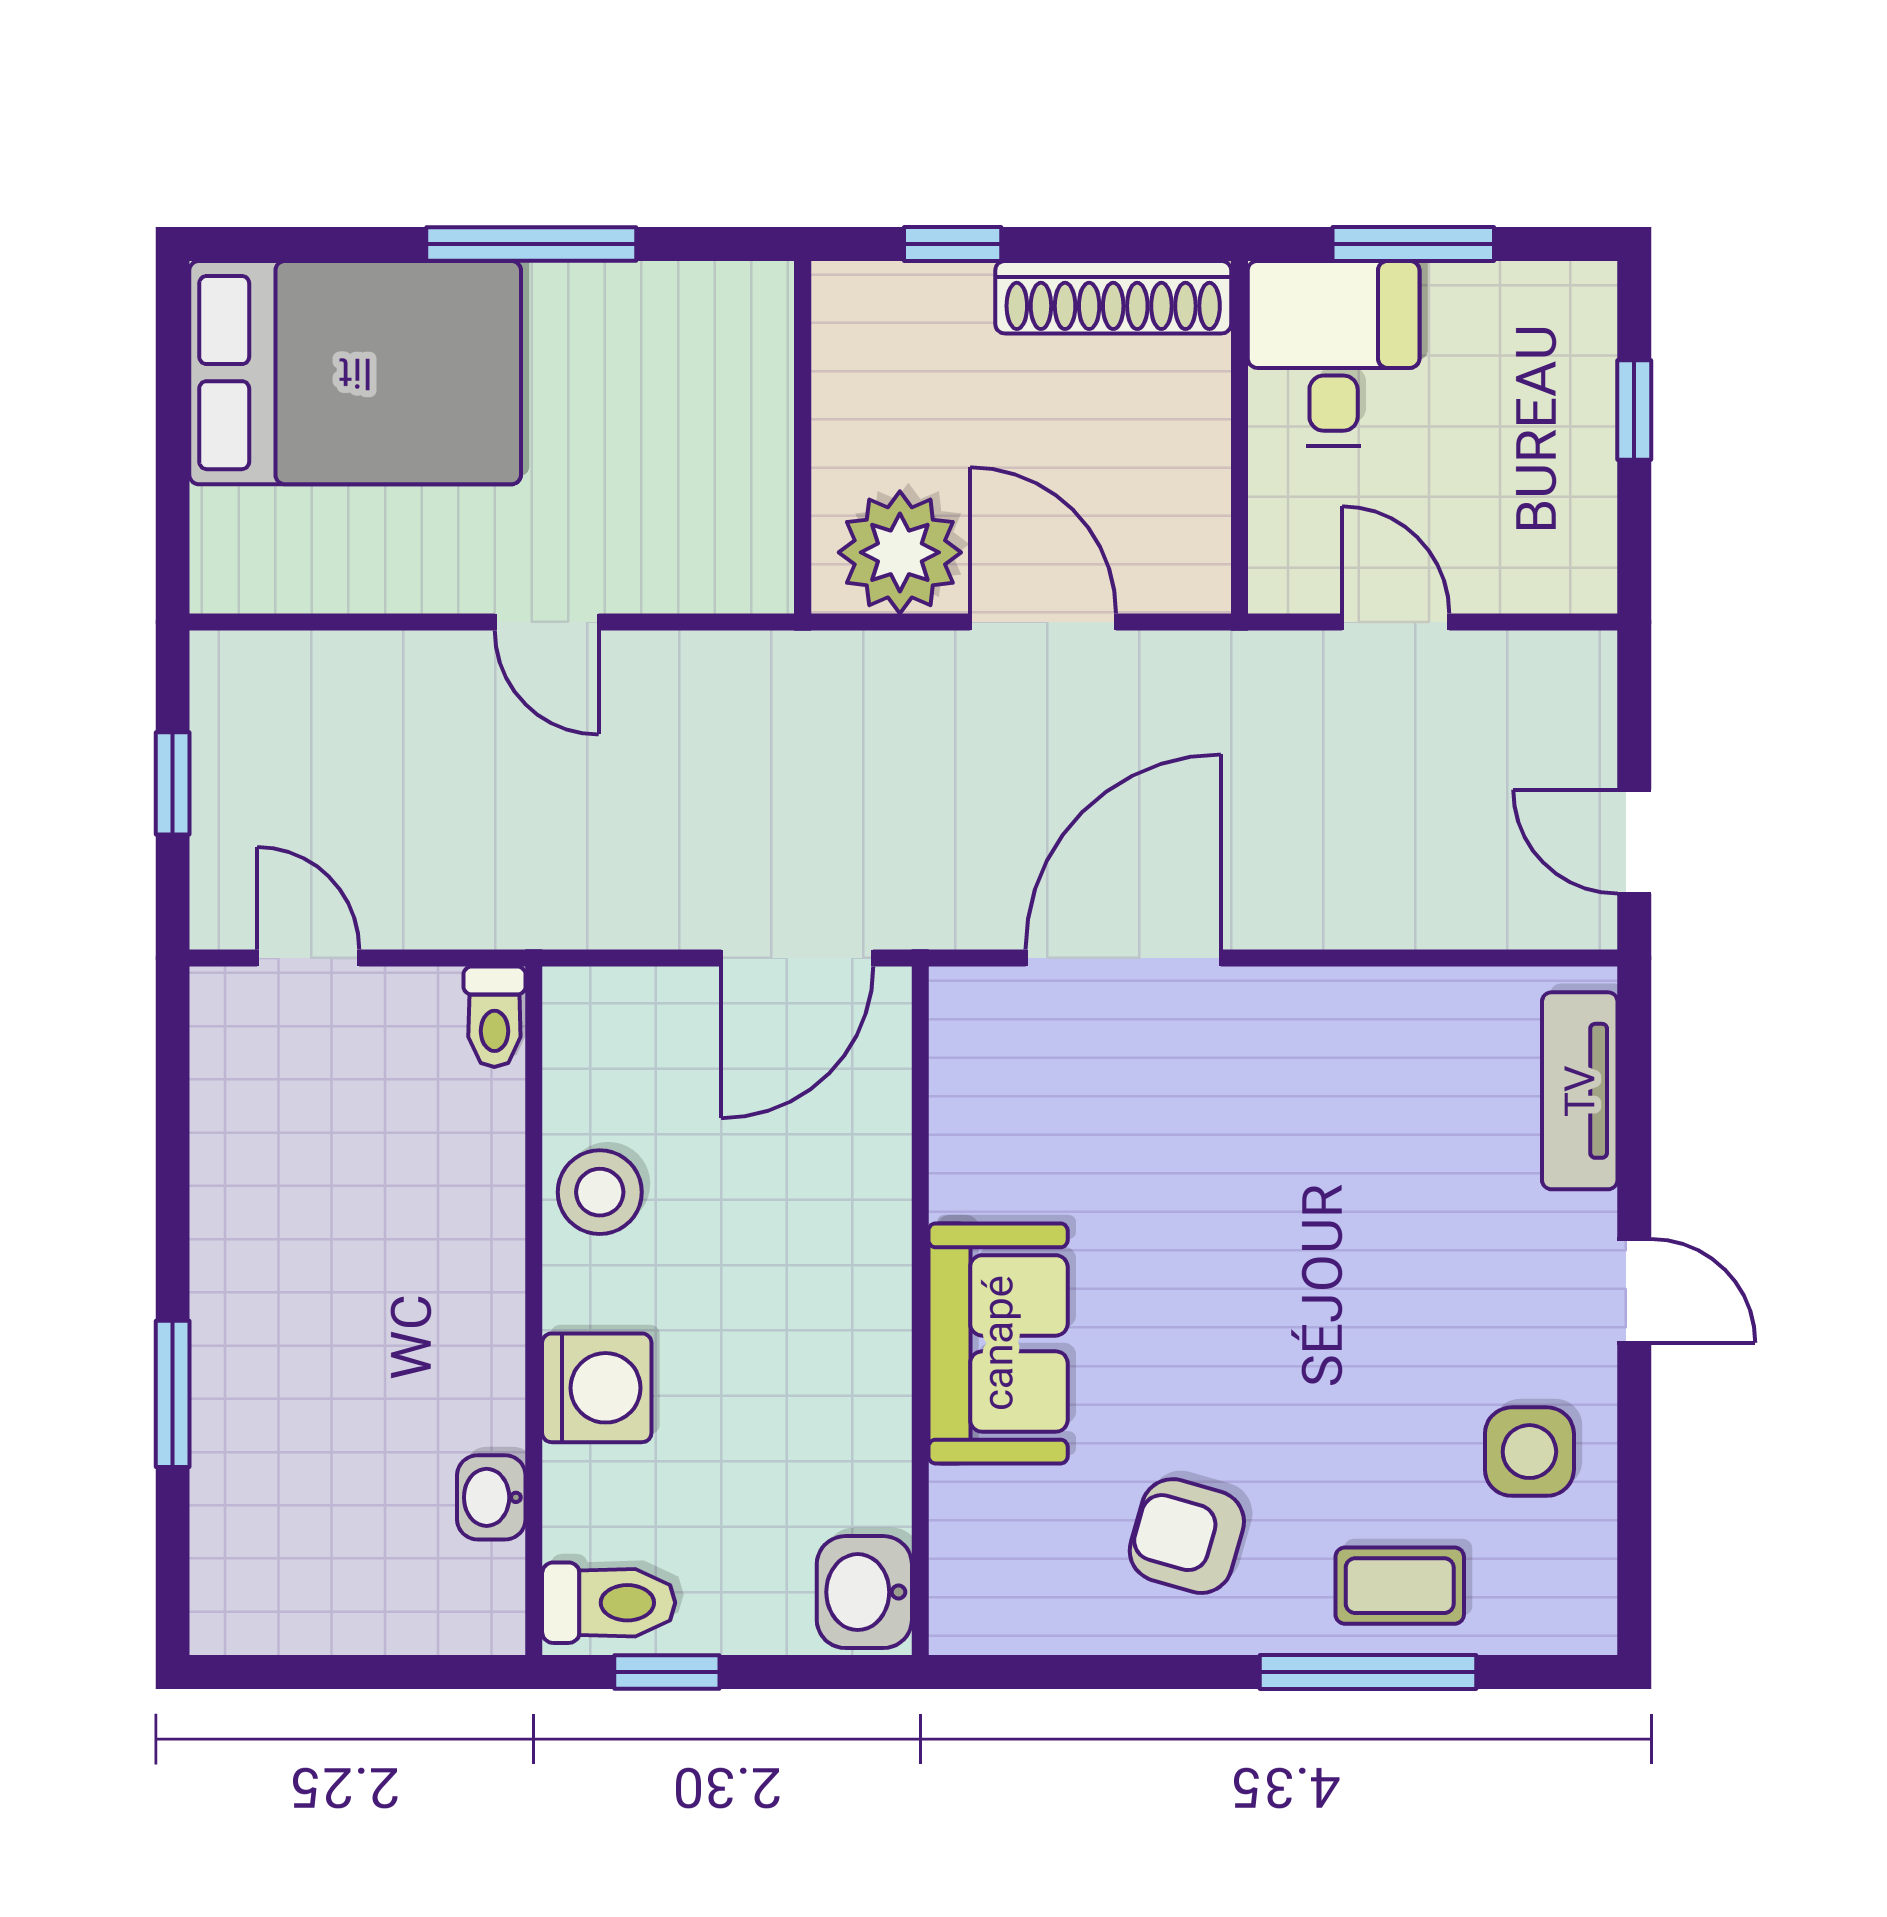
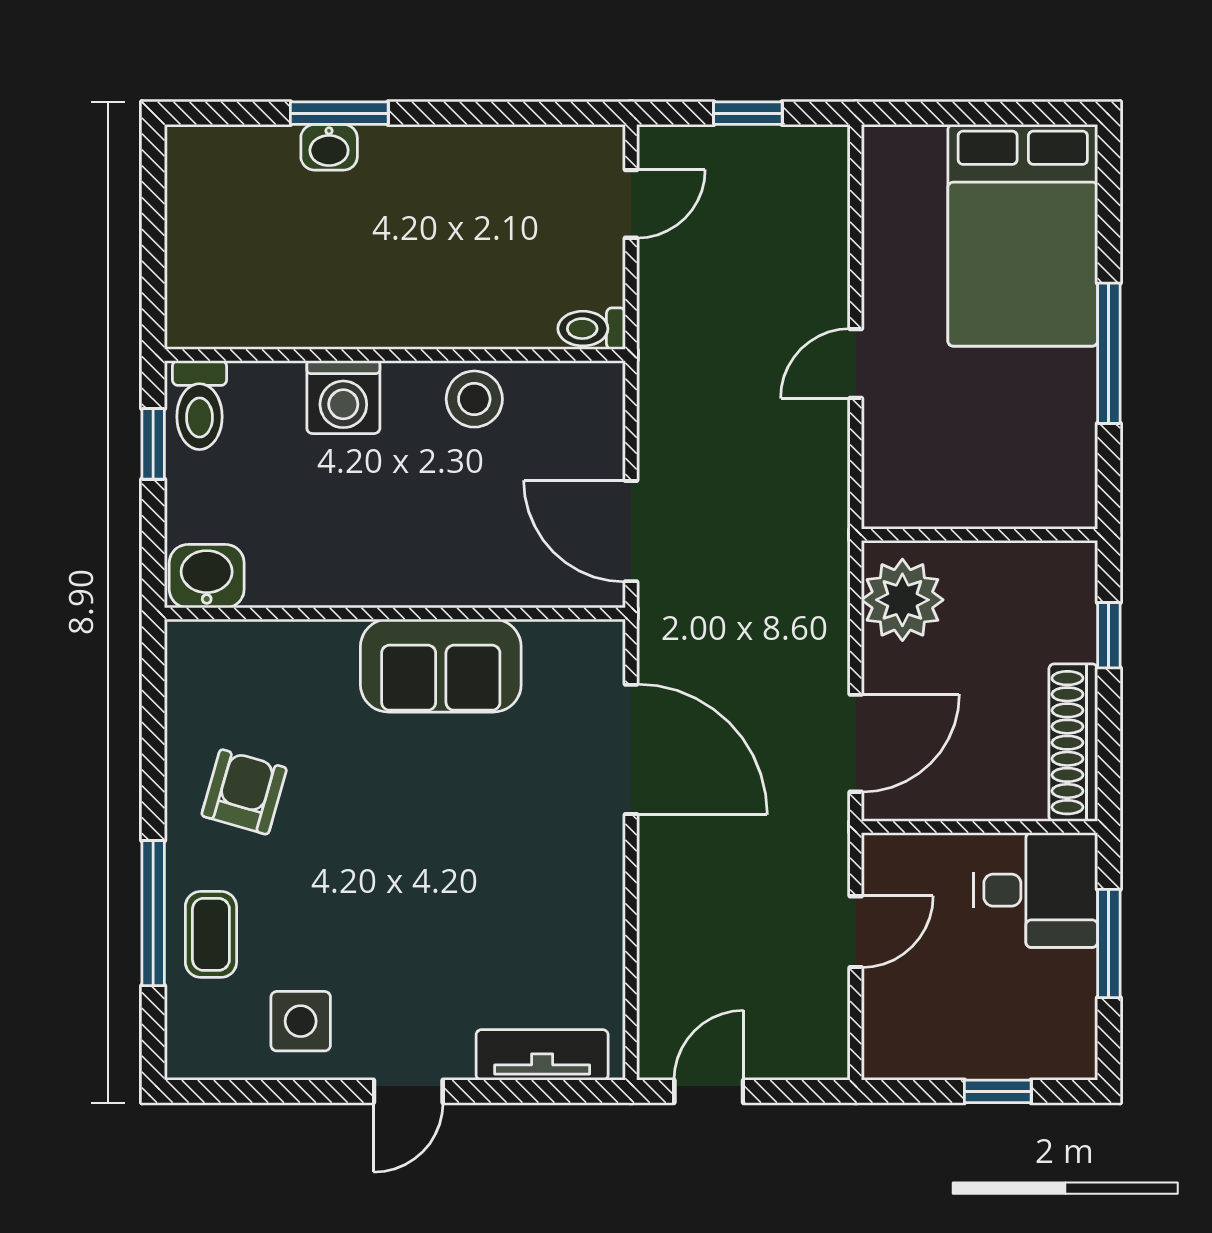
door: (1043, 622) -> (856, 743), moved
sofa: (998, 1343) -> (441, 666), moved
washbasin: (491, 1497) -> (329, 147), moved, turned 180

